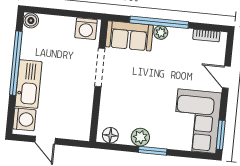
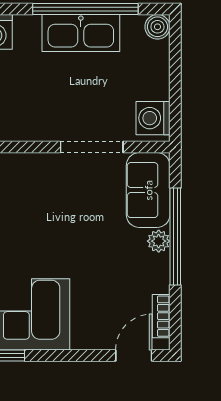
door: (226, 77) -> (134, 356), moved
kitchen sink: (28, 84) -> (81, 33), moved

